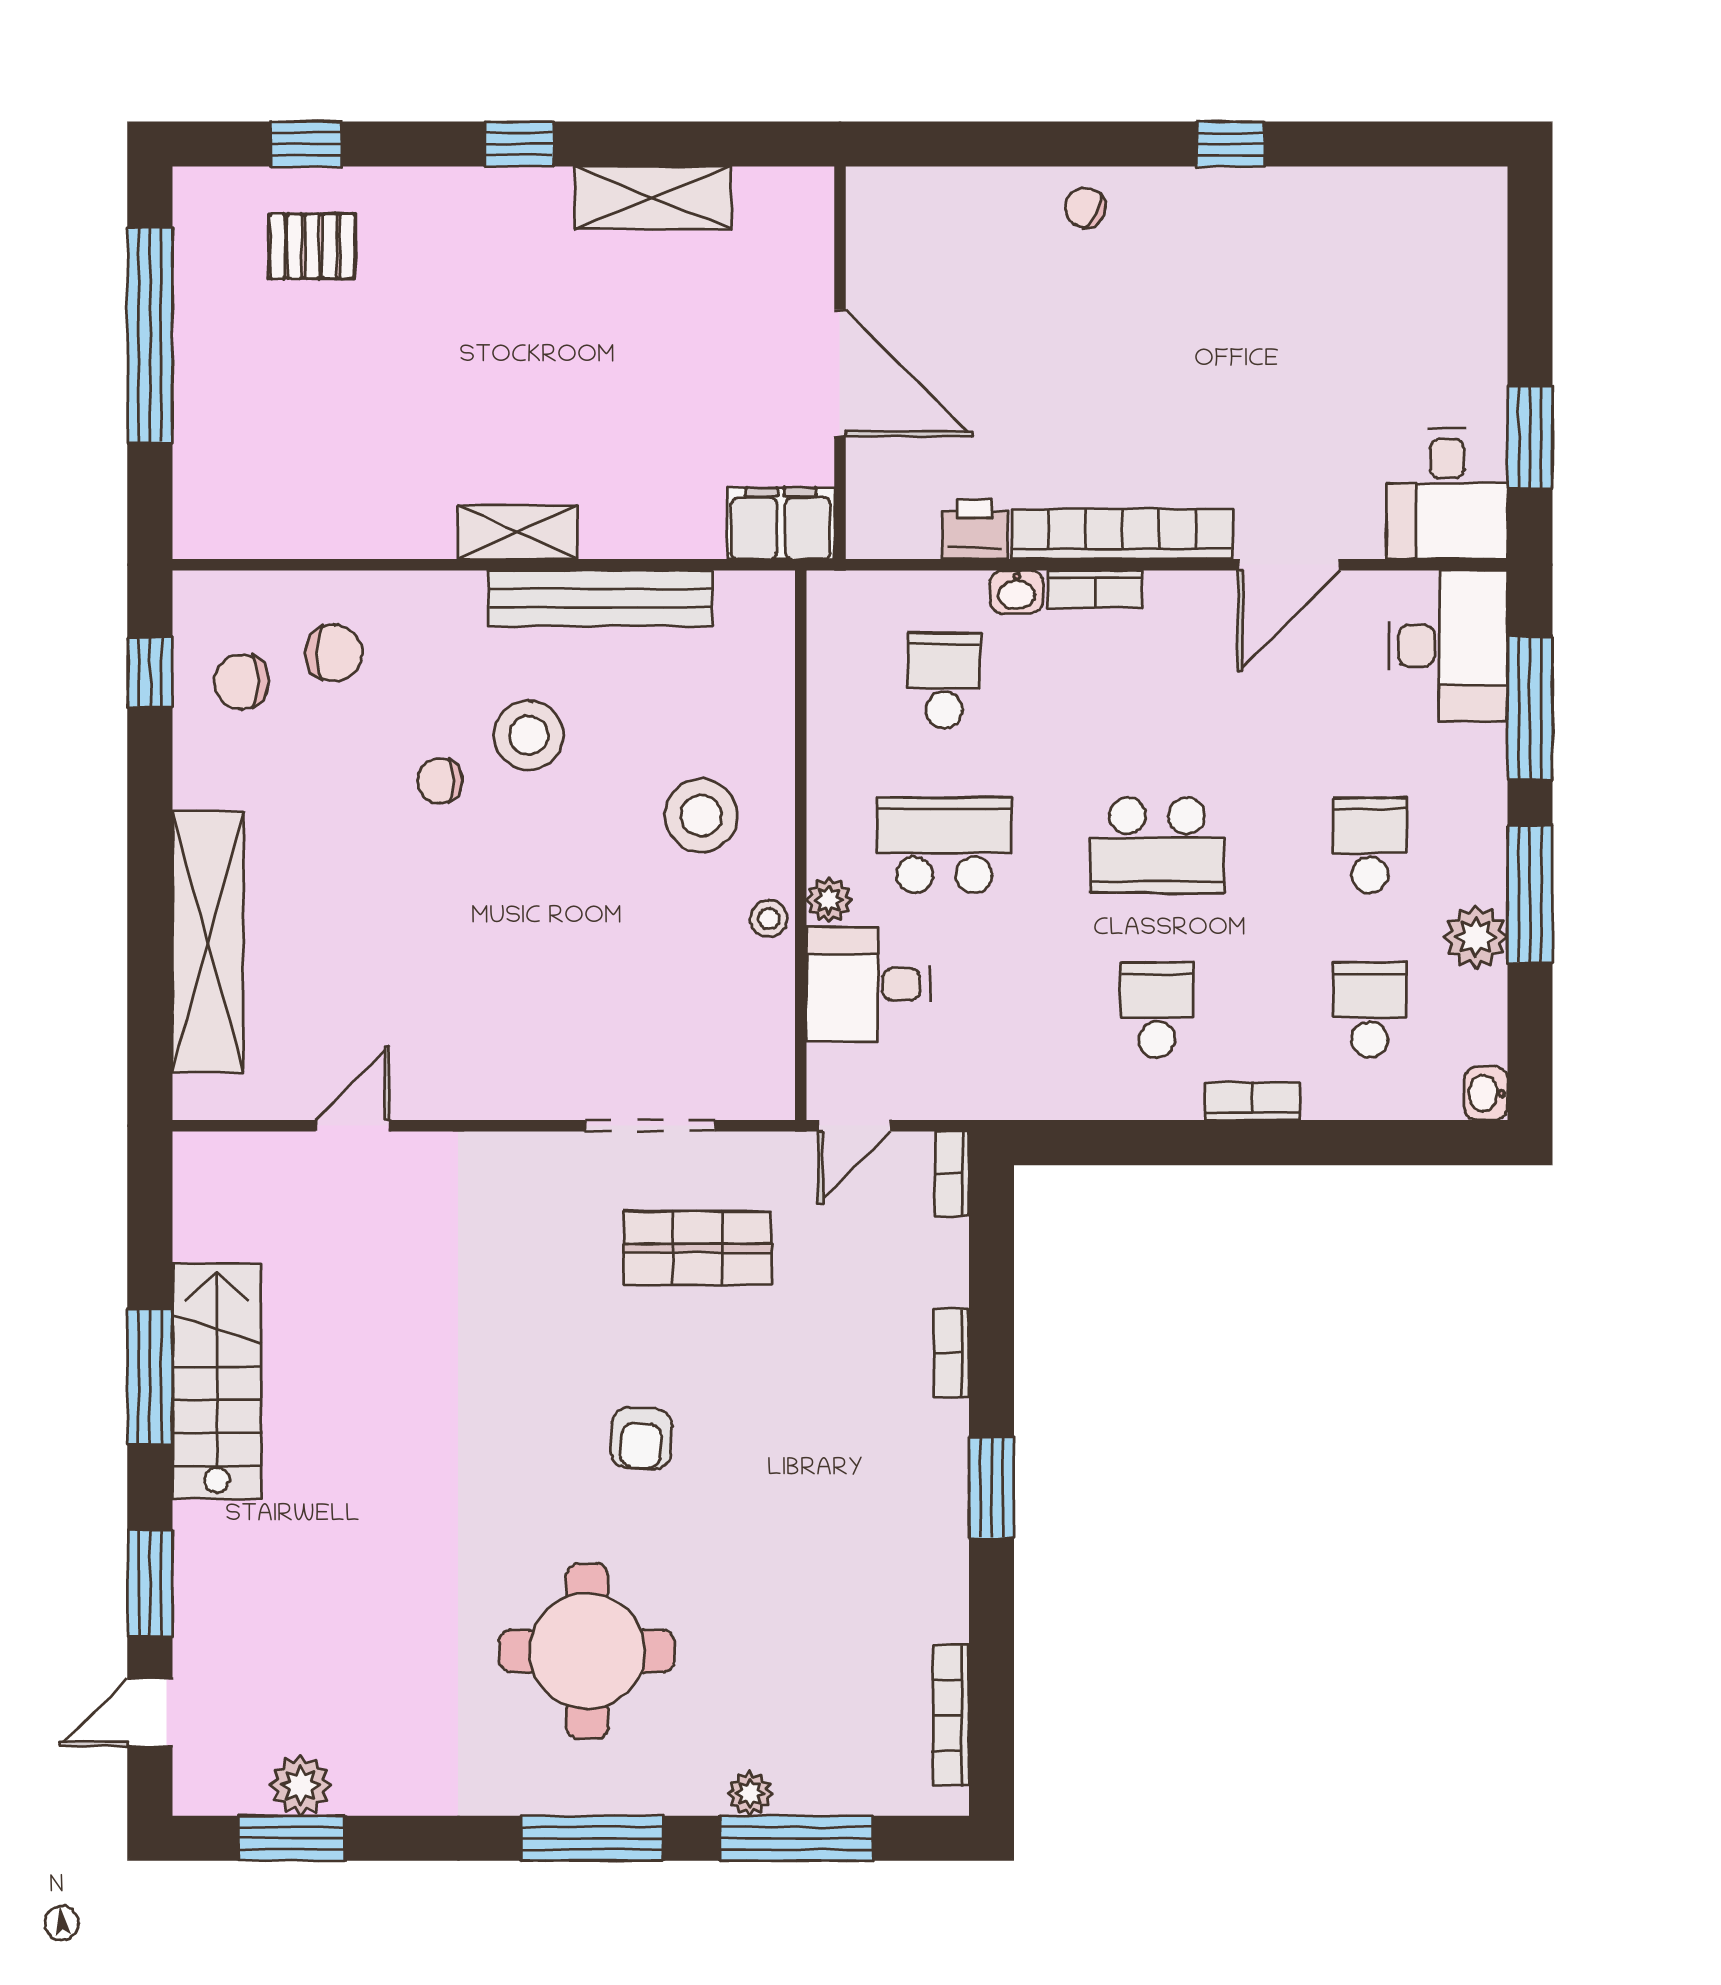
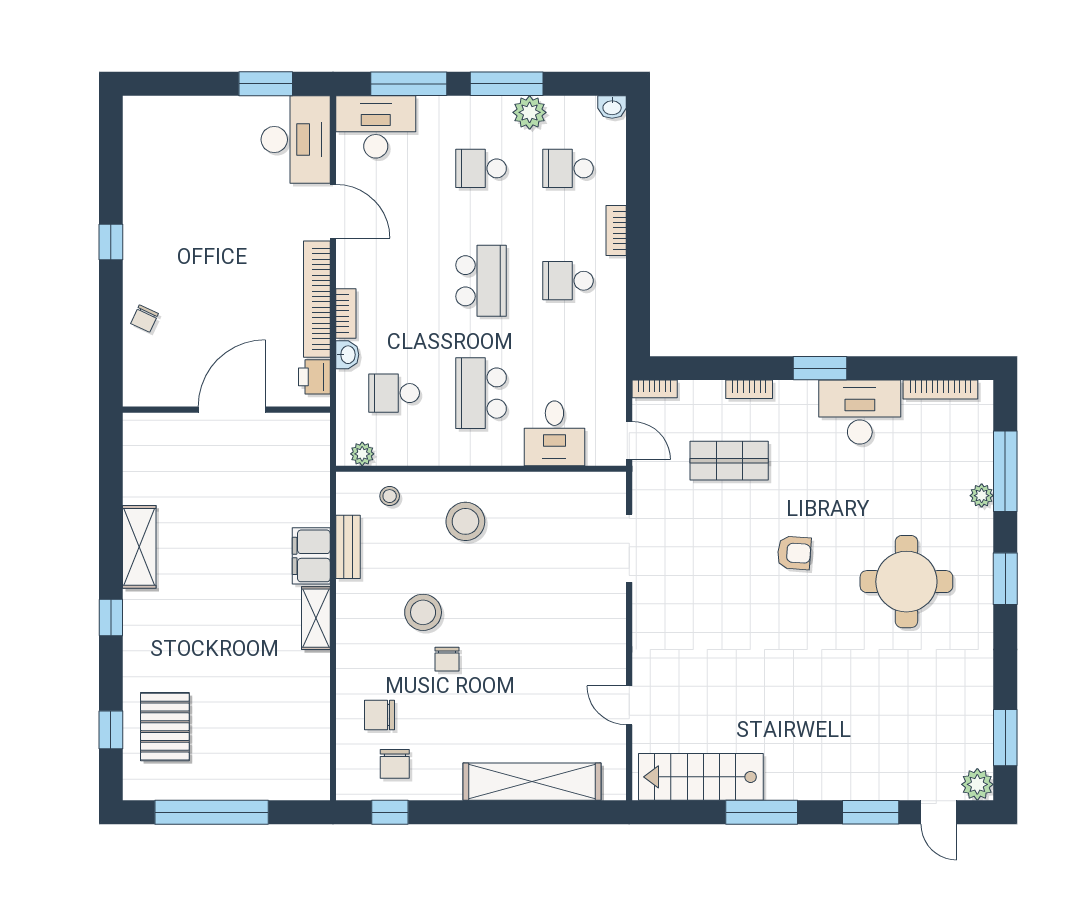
pallet: (312, 246) -> (165, 727), width x1.50, depth x1.42
wall: (840, 363) -> (226, 410), moved
door: (840, 373) -> (232, 410), moved
desk: (1447, 494) -> (296, 140), width x1.37
filing cabinet: (781, 523) -> (311, 556), moved
bench: (601, 598) -> (348, 547), width x0.54, depth x0.82
chair: (334, 653) -> (380, 715), turned -90
plant: (829, 900) -> (362, 454), moved
stool: (769, 919) -> (390, 496), moved
shop shelf: (697, 1248) -> (729, 461), moved, turned 90
stairs: (217, 1381) -> (701, 777), moved
desk: (908, 1563) -> (860, 412), added
plant: (300, 1785) -> (977, 784), moved
window: (592, 1838) -> (1005, 579), width x0.69

